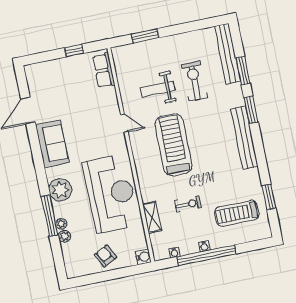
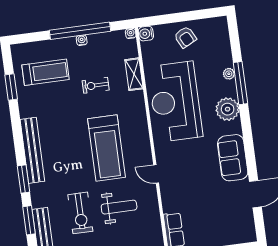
plant: (64, 236) -> (226, 61), removed
water cooler: (174, 253) -> (131, 33), moved

